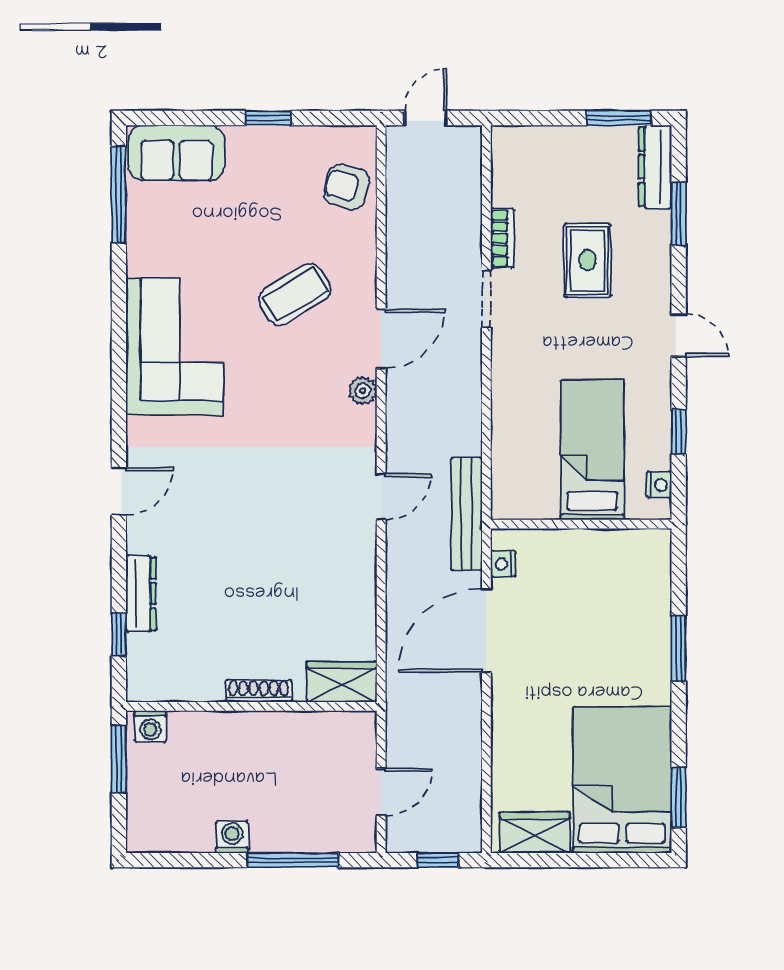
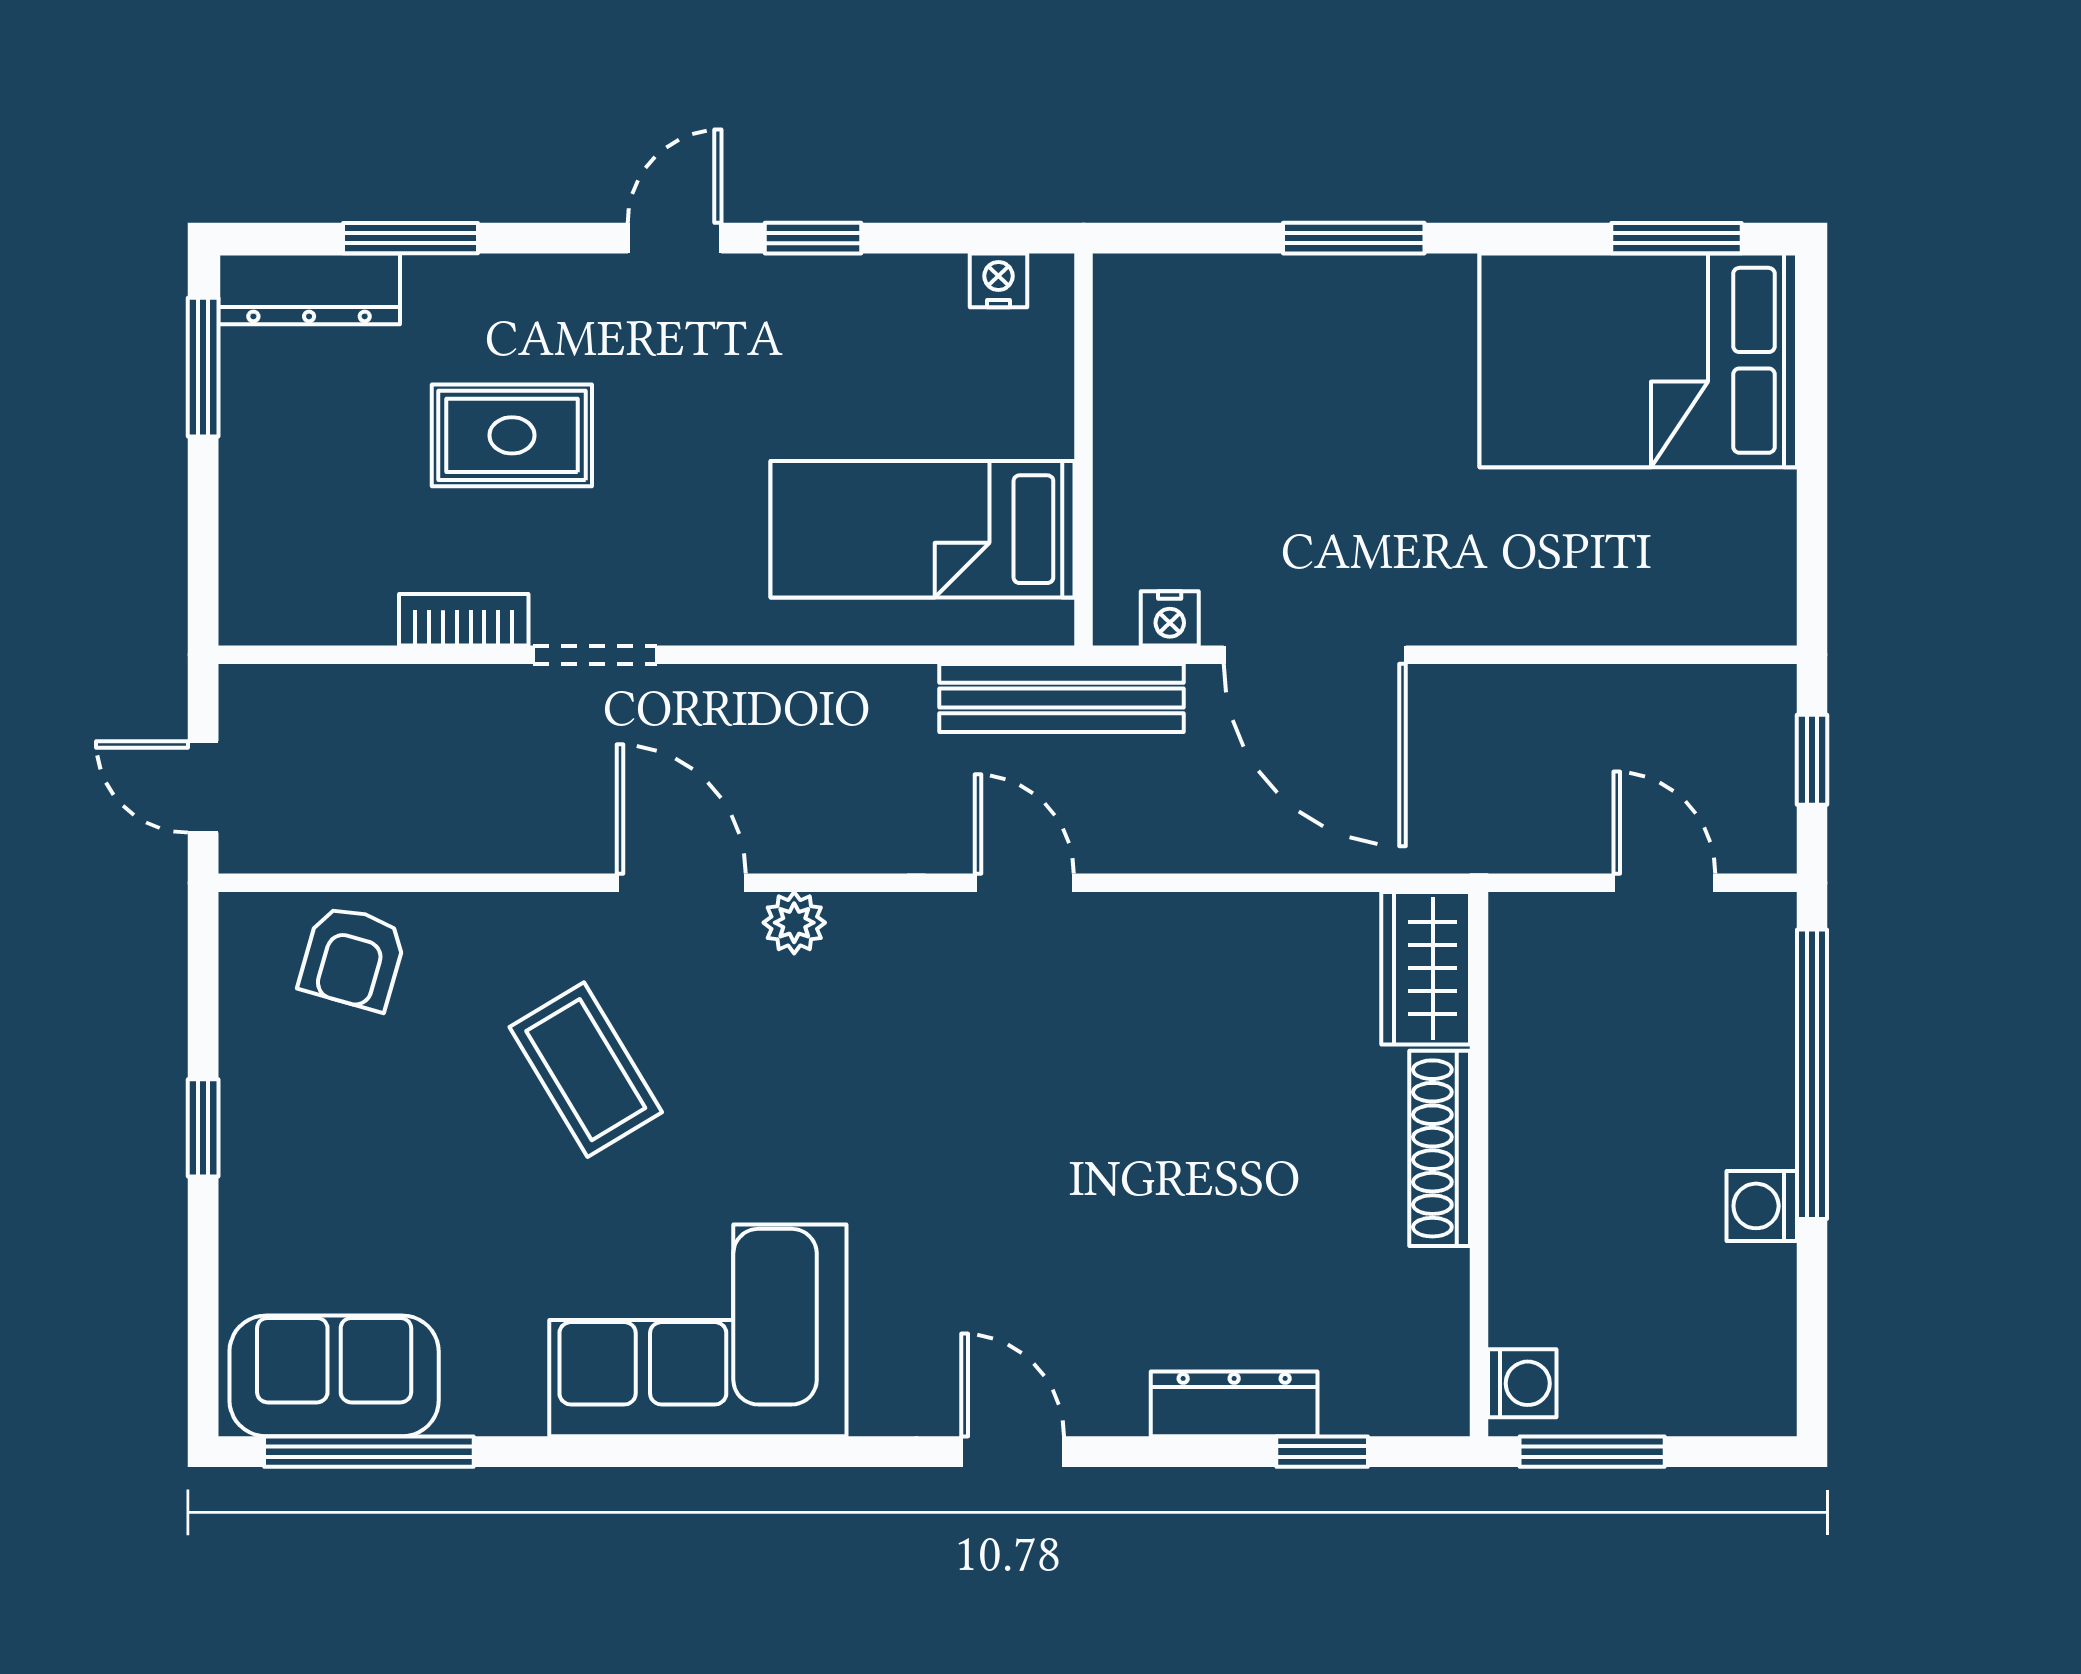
sofa: (176, 153) -> (334, 1376), moved, turned -90
window: (679, 432) -> (813, 238), moved
bed: (592, 450) -> (923, 529), moved
shoe rack: (259, 691) -> (1440, 1148), width x1.36, depth x1.24
wardrobe: (535, 833) -> (1752, 550), removed
window: (293, 860) -> (1812, 1074), width x1.46

